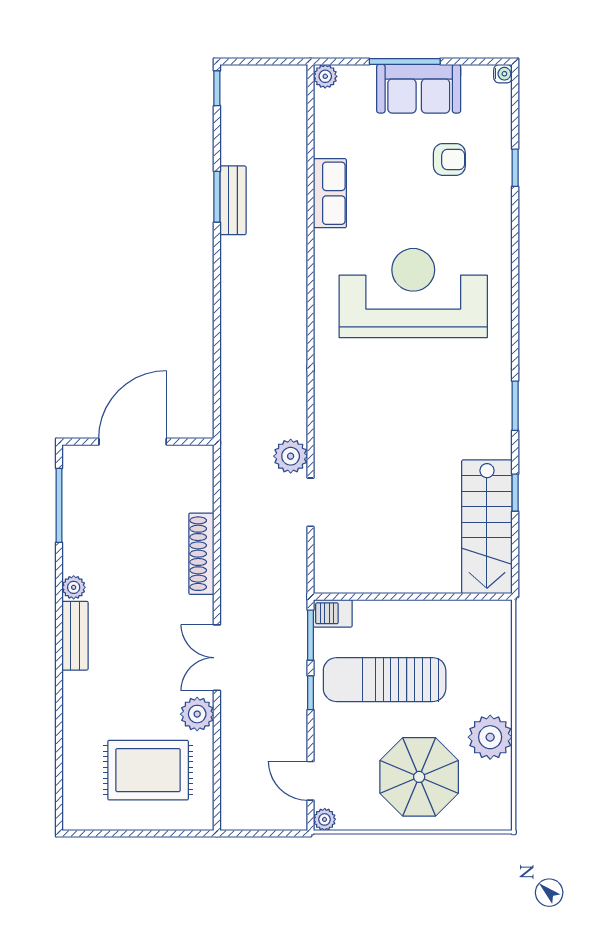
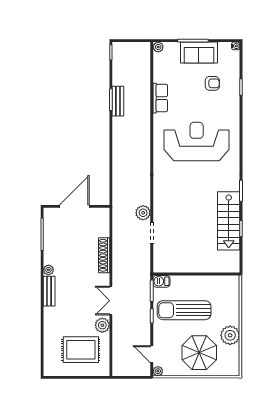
stairs: (487, 527) -> (229, 221), moved

